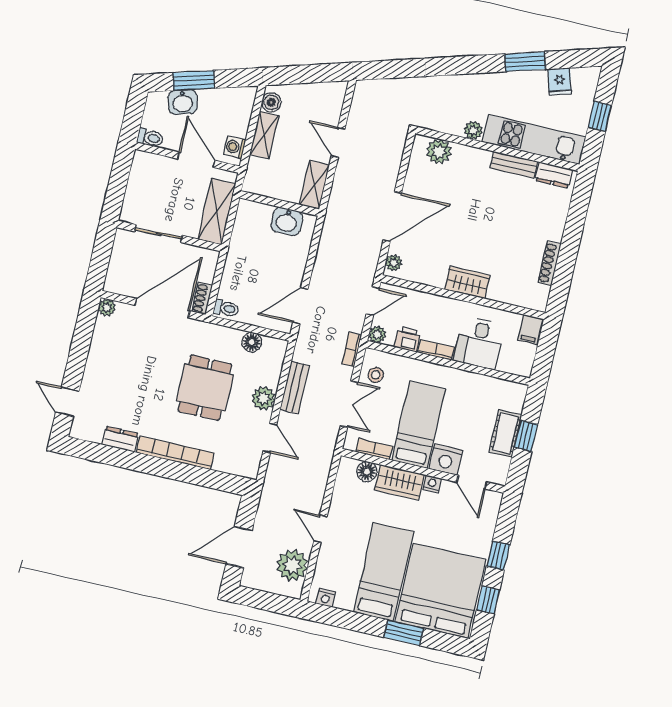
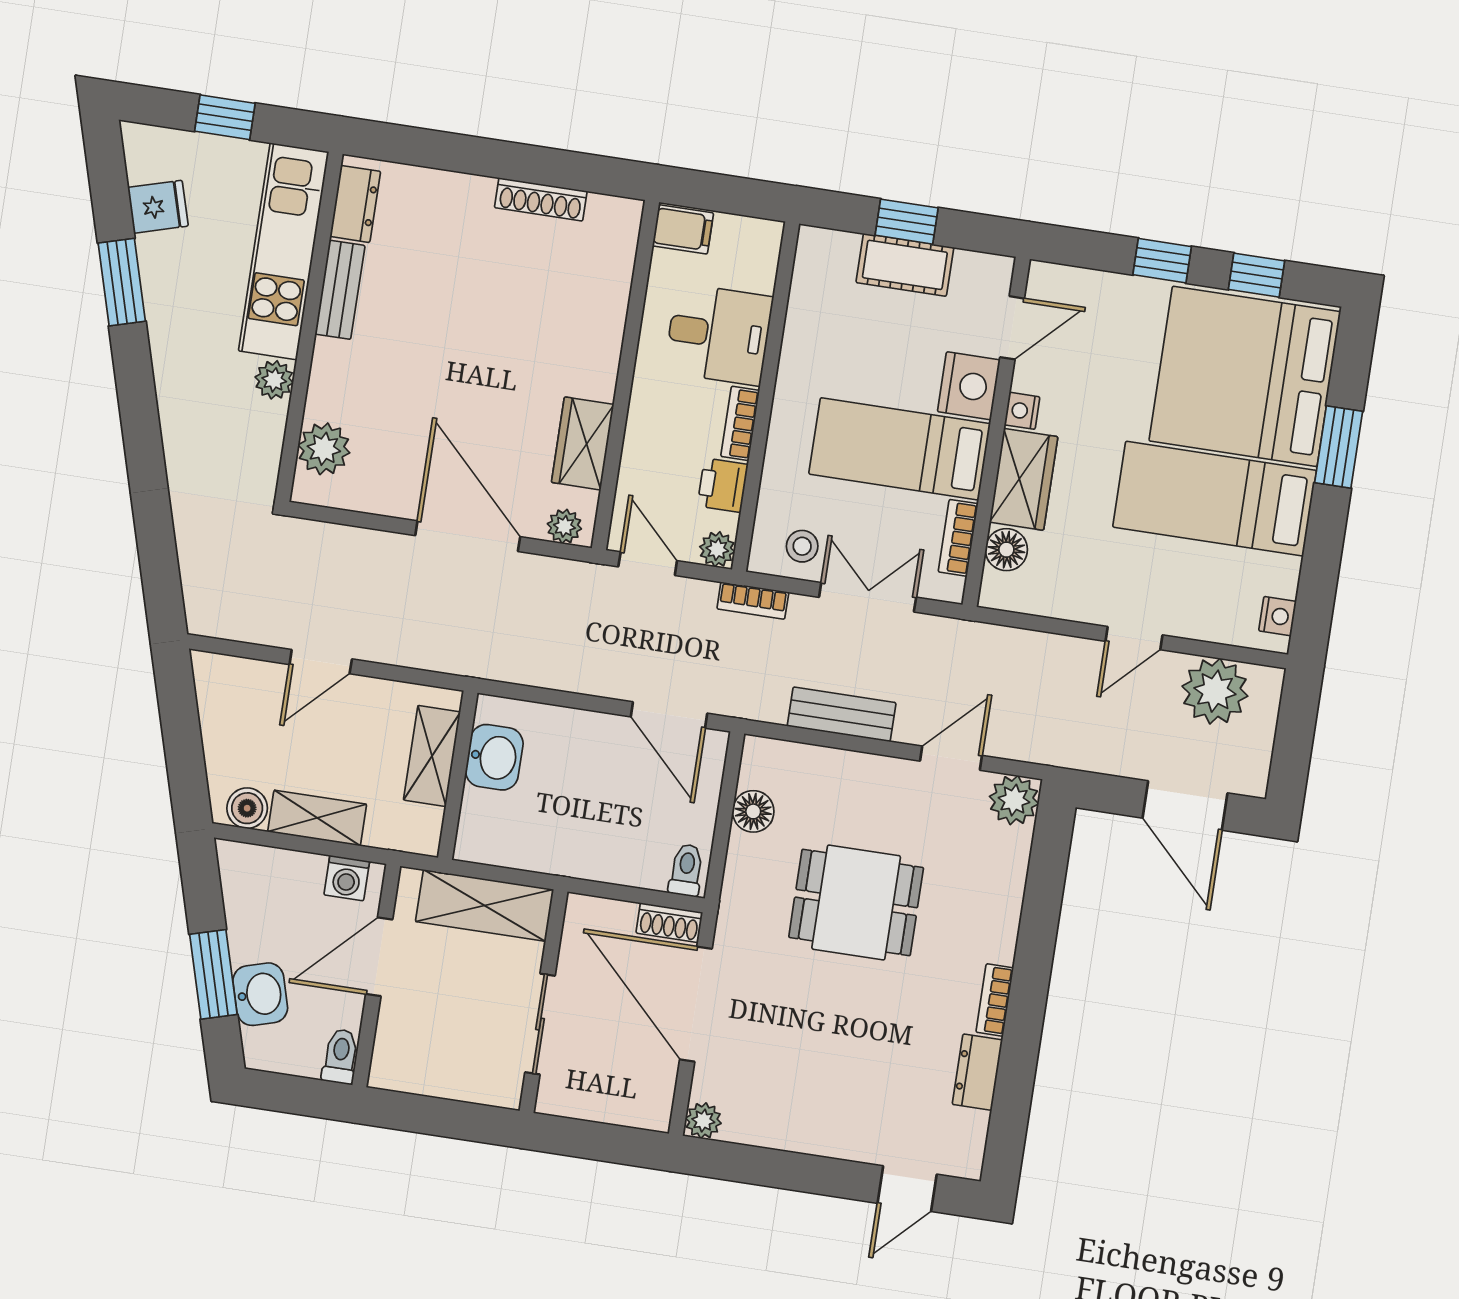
shelving: (314, 185) -> (432, 756), moved, turned 90
wardrobe: (467, 282) -> (583, 443), moved
plant: (263, 398) -> (1014, 800), moved
bookcase: (175, 453) -> (995, 1000), width x0.43, depth x0.76

